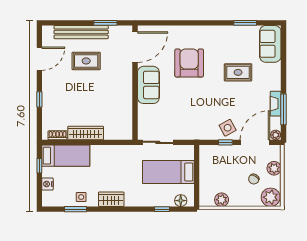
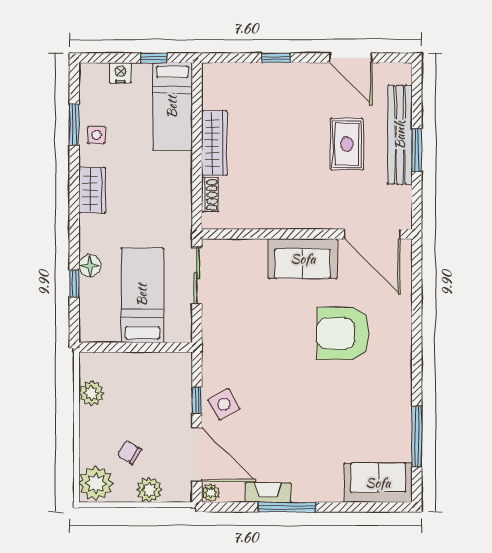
window: (105, 23) -> (417, 150), moved
window: (245, 23) -> (417, 436), width x1.44
armchair: (189, 63) -> (343, 333), turned 180
rug: (238, 72) -> (326, 423), removed
window: (284, 109) -> (287, 507), moved
shoe rack: (58, 135) -> (210, 195), moved
floor lamp: (181, 201) -> (90, 266), moved

